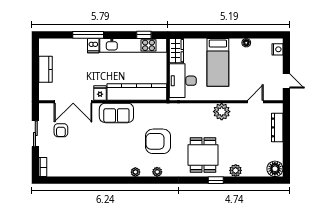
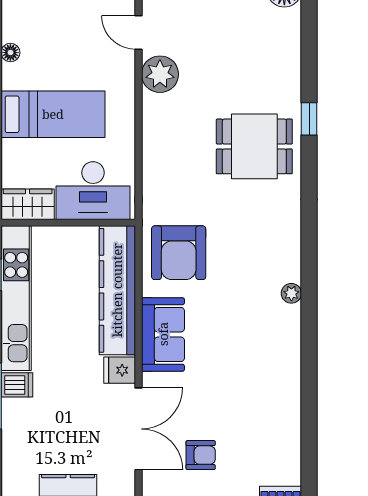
plant: (222, 112) -> (160, 74), moved
armchair: (158, 141) -> (179, 253), moved
plant: (236, 170) -> (288, 76), removed
plant: (157, 172) -> (291, 246), removed

